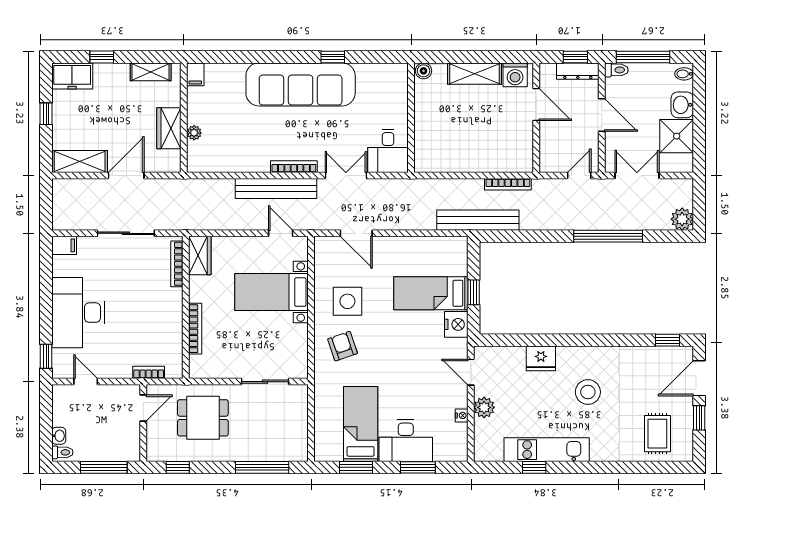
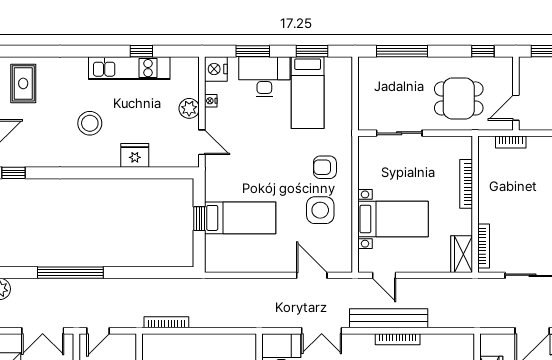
bookcase: (294, 167) -> (398, 339), moved
bench: (478, 220) -> (195, 288), removed
nightstand: (456, 324) -> (216, 69), moved
armchair: (343, 346) -> (325, 167), turned 109

